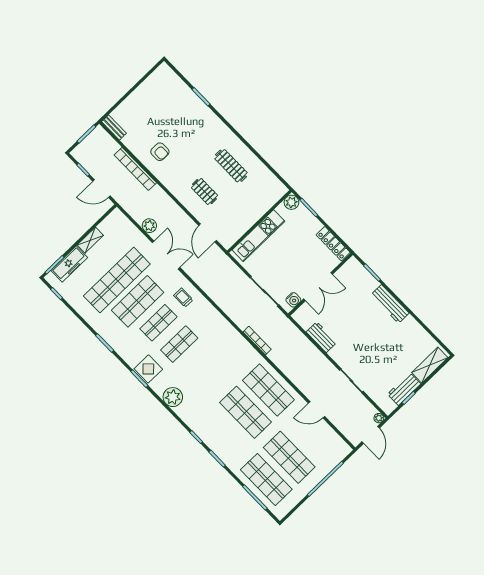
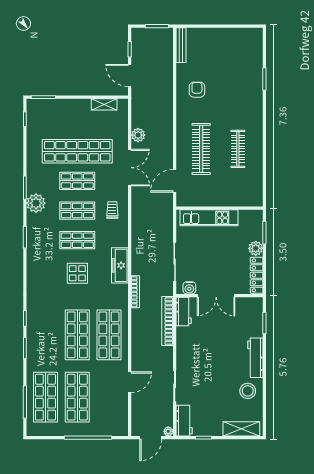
bench: (114, 127) -> (181, 45), width x1.36
armchair: (160, 152) -> (197, 90), turned 180
bookcase: (135, 169) -> (167, 321), moved
clothes rail: (204, 192) -> (201, 149), width x1.86, depth x1.31
plant: (291, 202) -> (256, 248), moved
shelving: (90, 240) -> (104, 104), moved
freezer: (69, 264) -> (120, 265), moved, turned 90
shop shelf: (138, 301) -> (77, 181), width x0.70, depth x0.74
stool: (408, 333) -> (248, 391), added
workbench: (322, 337) -> (184, 311), moved
display table: (148, 369) -> (77, 273), moved
workbench: (404, 389) -> (184, 421), moved, turned 90
plant: (173, 397) -> (36, 203), moved
door: (317, 410) -> (130, 382), swing flipped

